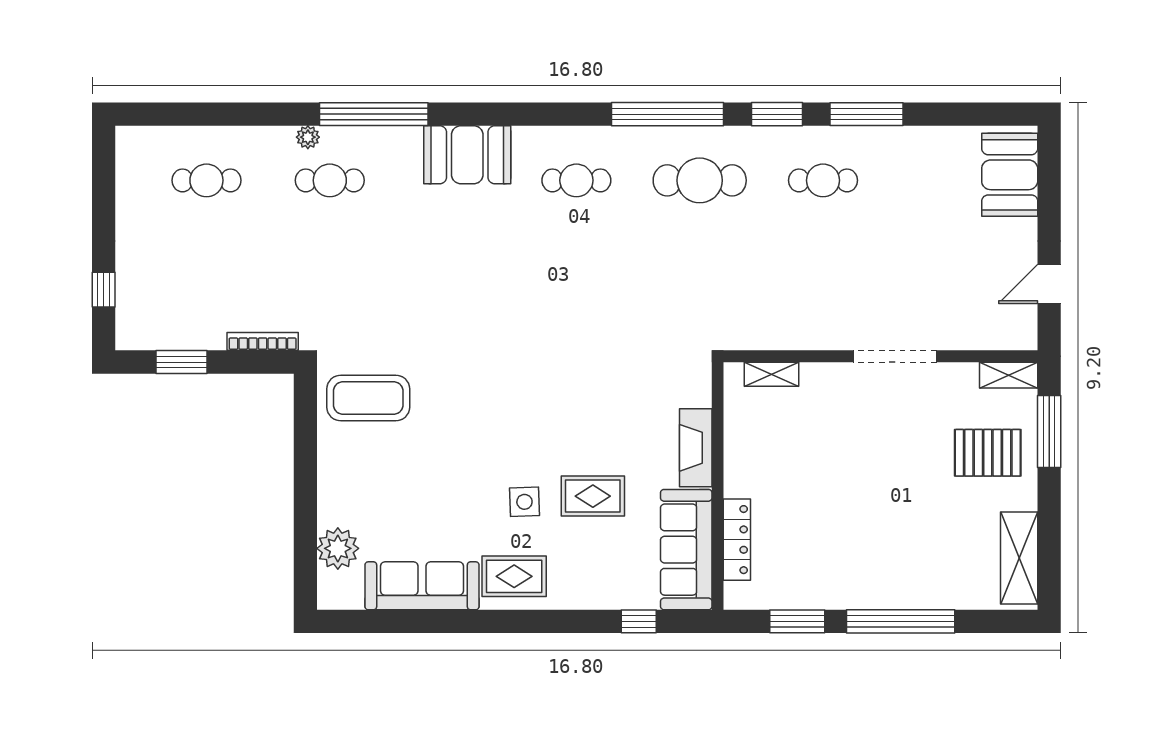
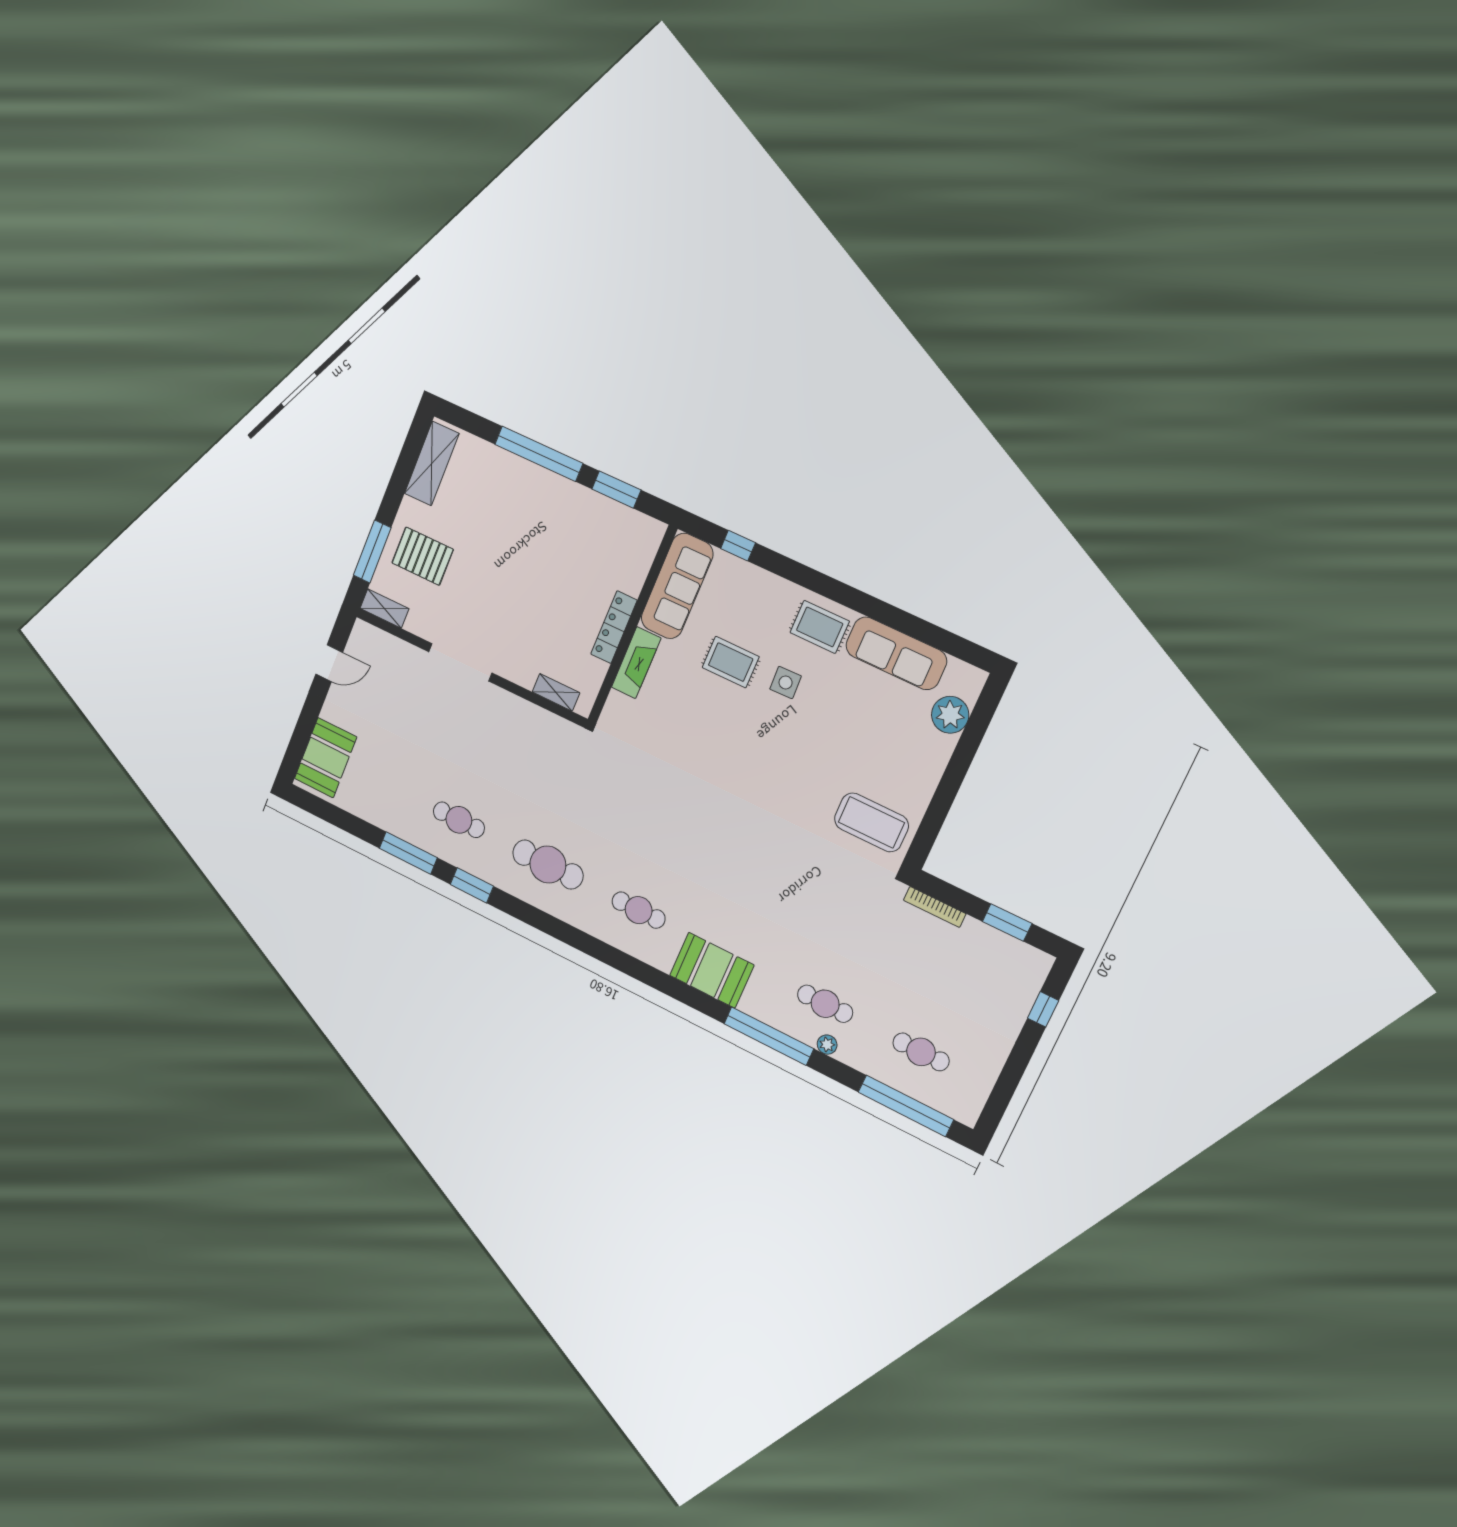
window: (667, 114) -> (906, 1106), moved
locker: (737, 540) -> (614, 627), moved

